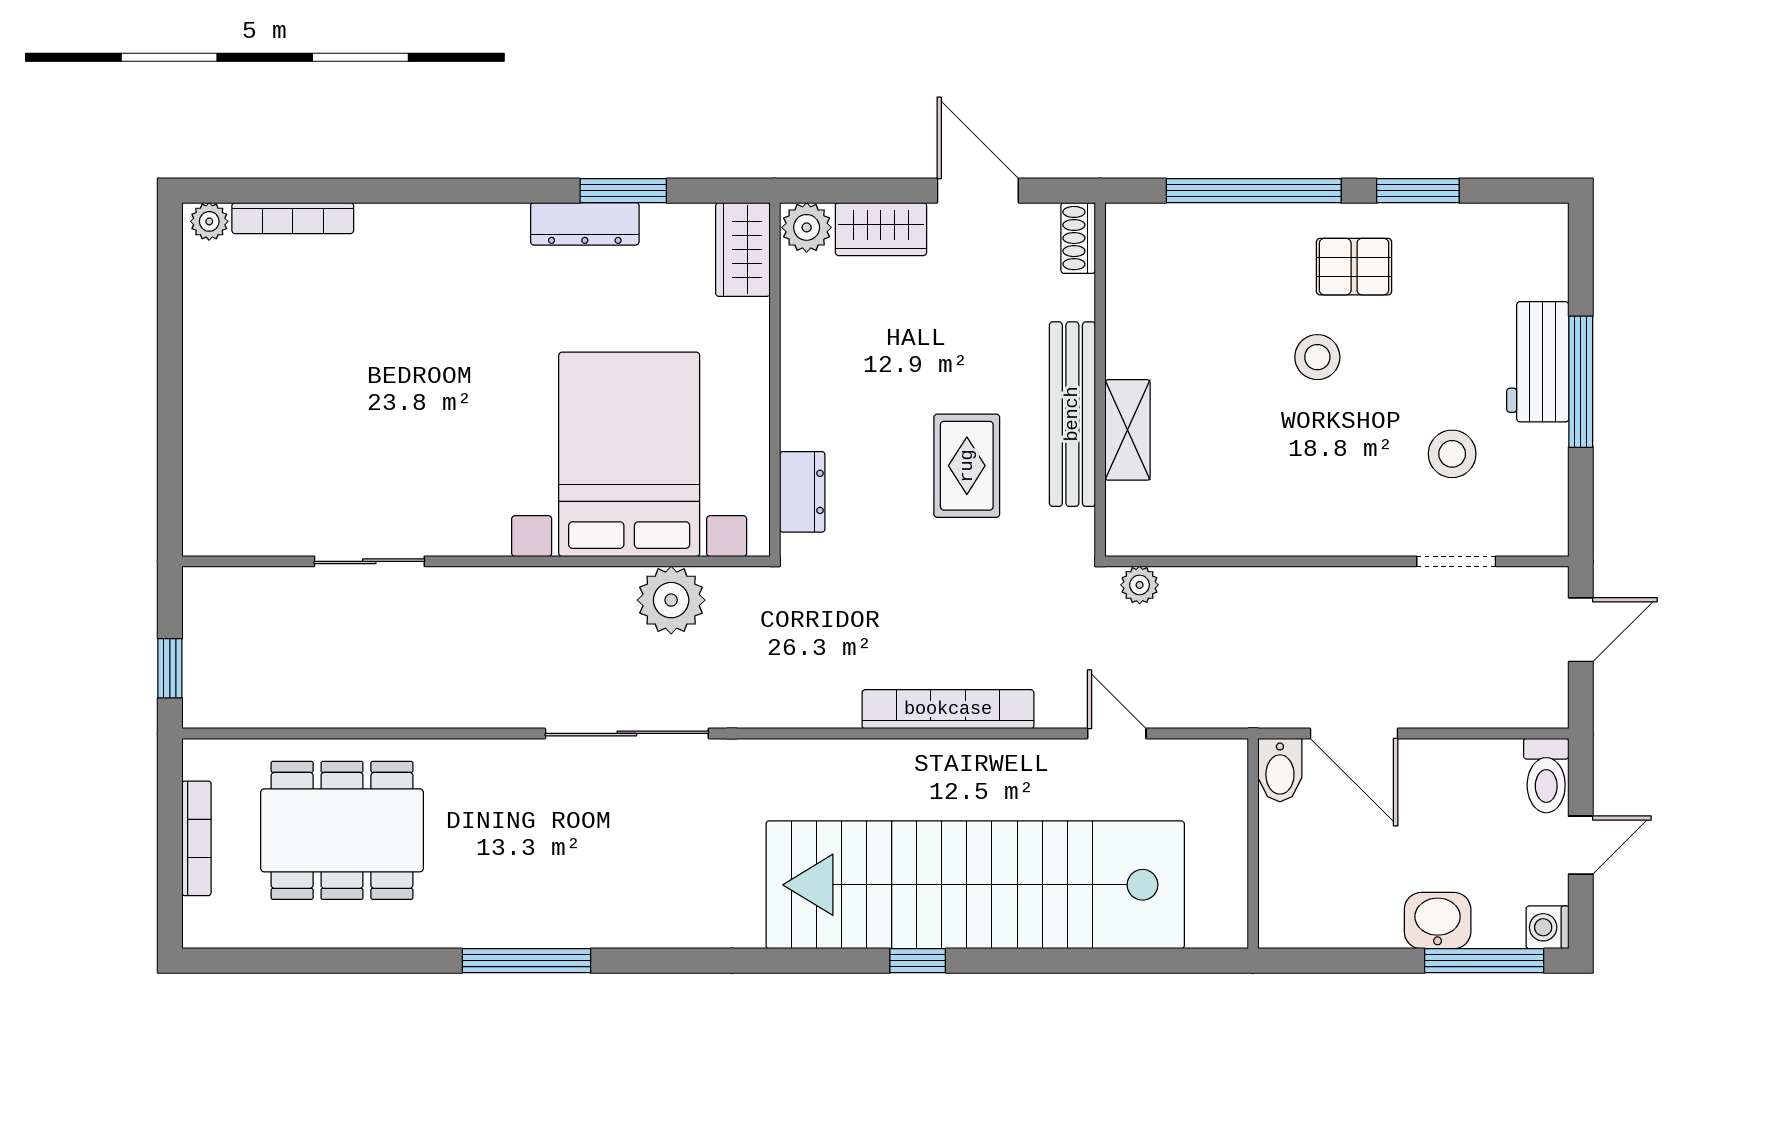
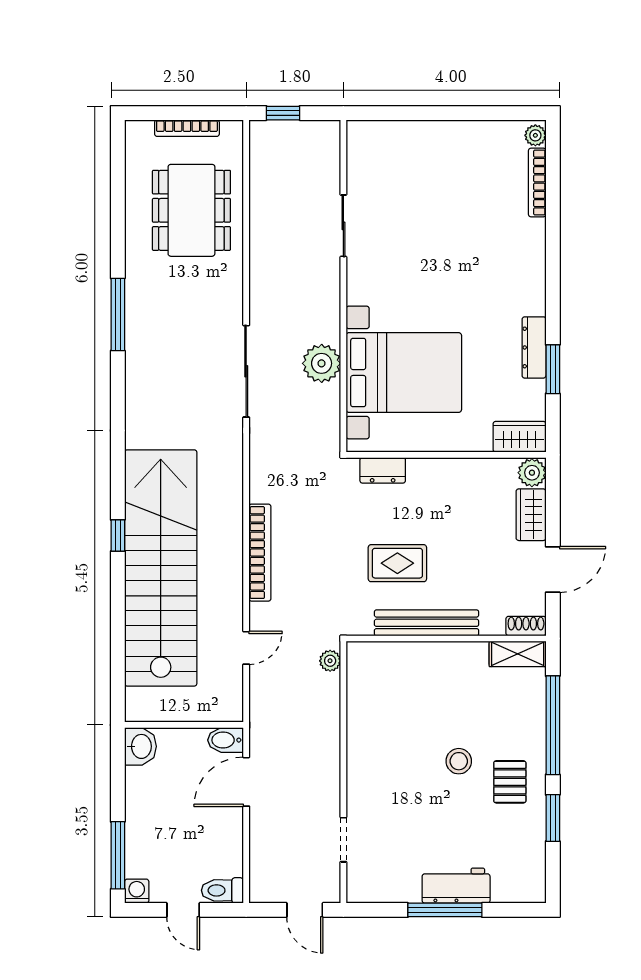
shelving: (1128, 430) -> (518, 654), moved
stool: (1452, 454) -> (404, 837), removed
plant: (671, 600) -> (322, 363), moved
washbasin: (1438, 921) -> (141, 746), moved

